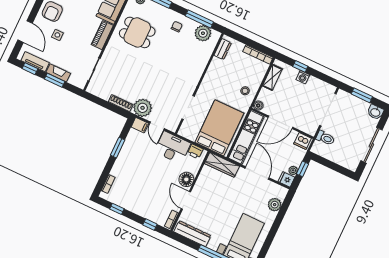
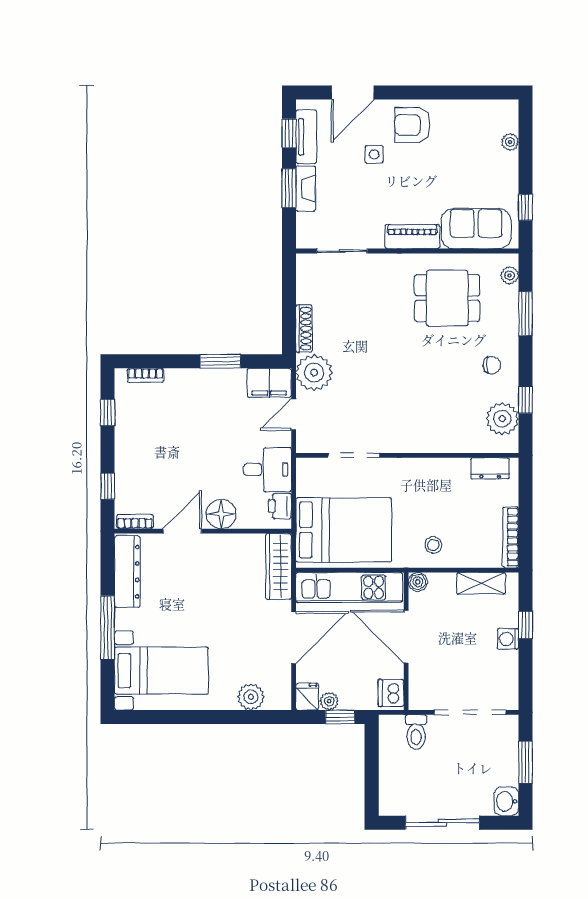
window: (199, 19) -> (525, 400), width x0.46
dining table: (137, 32) -> (447, 298), turned 90
filing cabinet: (140, 125) -> (269, 383), width x2.00
desk: (172, 148) -> (267, 470), width x0.73

